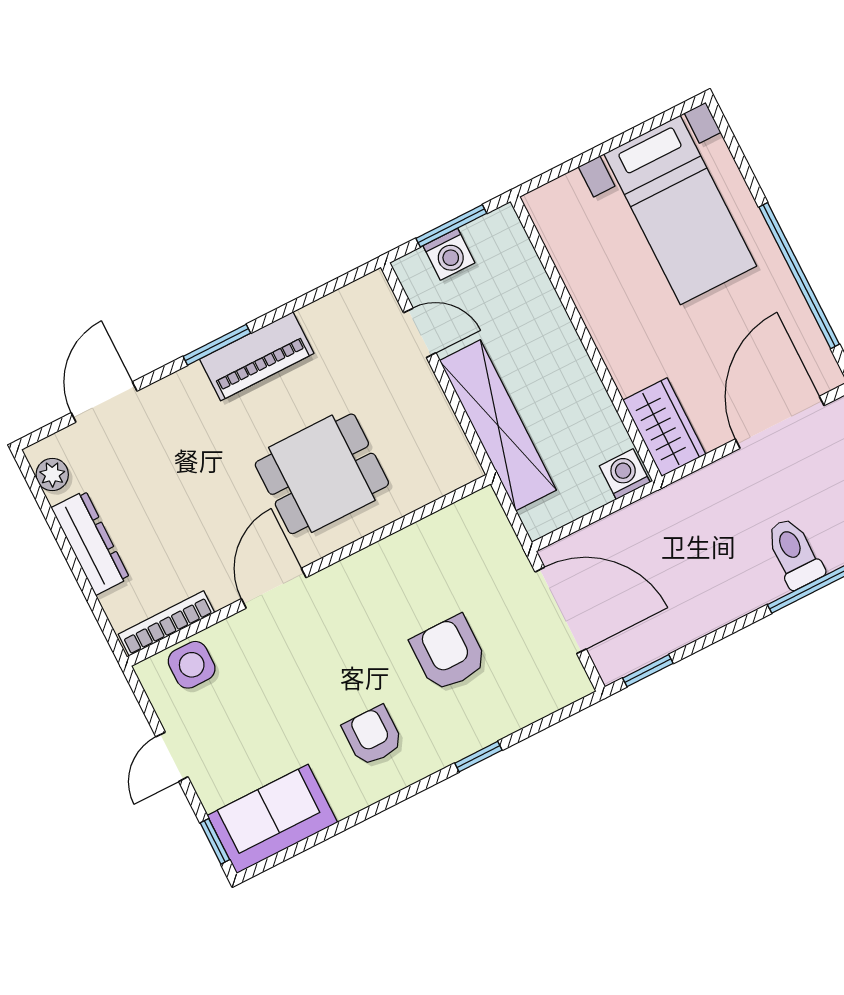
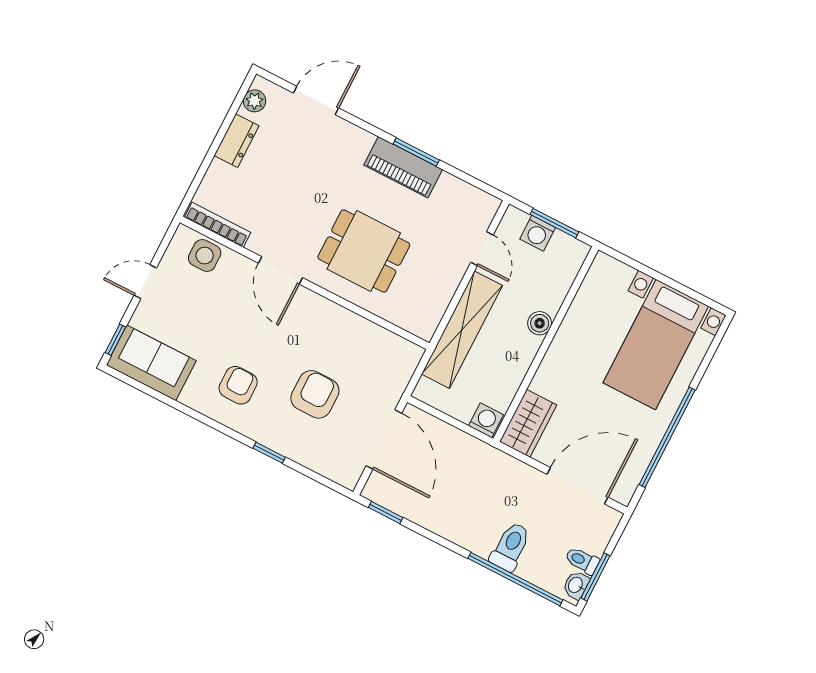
boiler: (556, 329) -> (540, 323), added
window: (217, 345) -> (416, 152), moved
dresser: (90, 543) -> (237, 141), width x0.70
door: (274, 588) -> (281, 270), swing flipped

